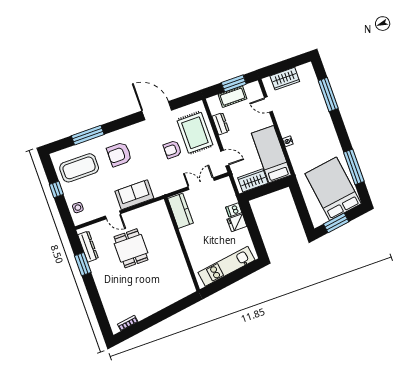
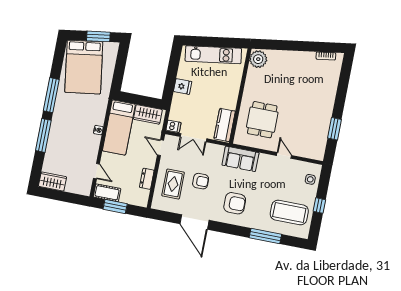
wardrobe: (285, 79) -> (52, 181), moved
window: (328, 95) -> (43, 135), moved
cot: (232, 97) -> (107, 193), moved
rug: (195, 133) -> (173, 184), width x0.73, depth x0.70
armchair: (119, 154) -> (235, 203), moved
window: (354, 167) -> (51, 95), moved
sofa: (134, 195) -> (240, 159), moved
dishwasher: (234, 210) -> (173, 126), moved
dresser: (88, 246) -> (321, 141), removed
dining table: (131, 248) -> (262, 120), moved
plant: (185, 286) -> (258, 59), added

